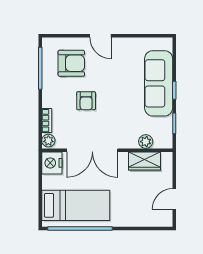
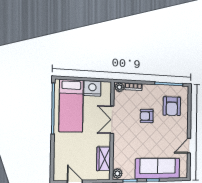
door: (101, 36) -> (189, 146), moved
plant: (146, 142) -> (117, 173), moved
double door: (92, 150) -> (112, 120), width x0.73
nightstand: (52, 163) -> (92, 88), moved

